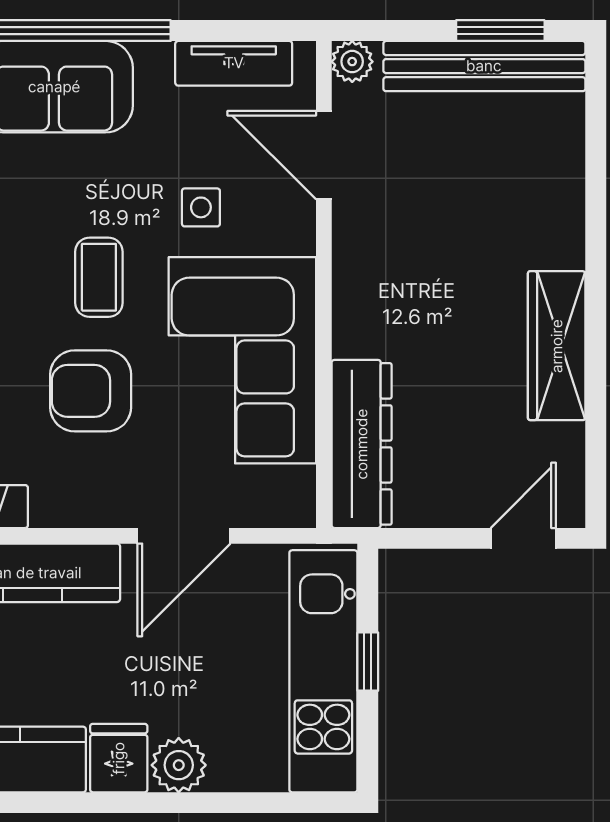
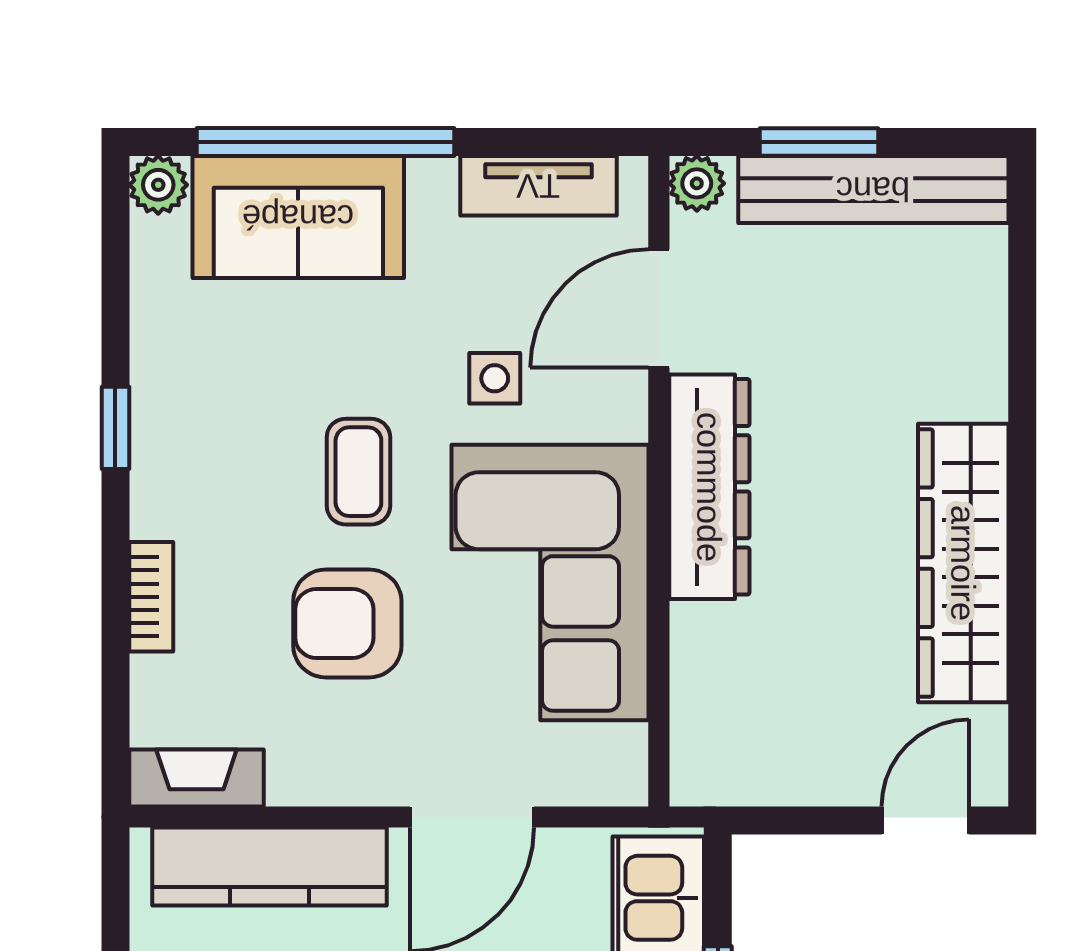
window: (500, 31) -> (819, 142), moved
door: (324, 155) -> (659, 309), hinge flipped
wardrobe: (557, 346) -> (963, 563), width x1.40, depth x1.17
dresser: (362, 444) -> (709, 487), moved

